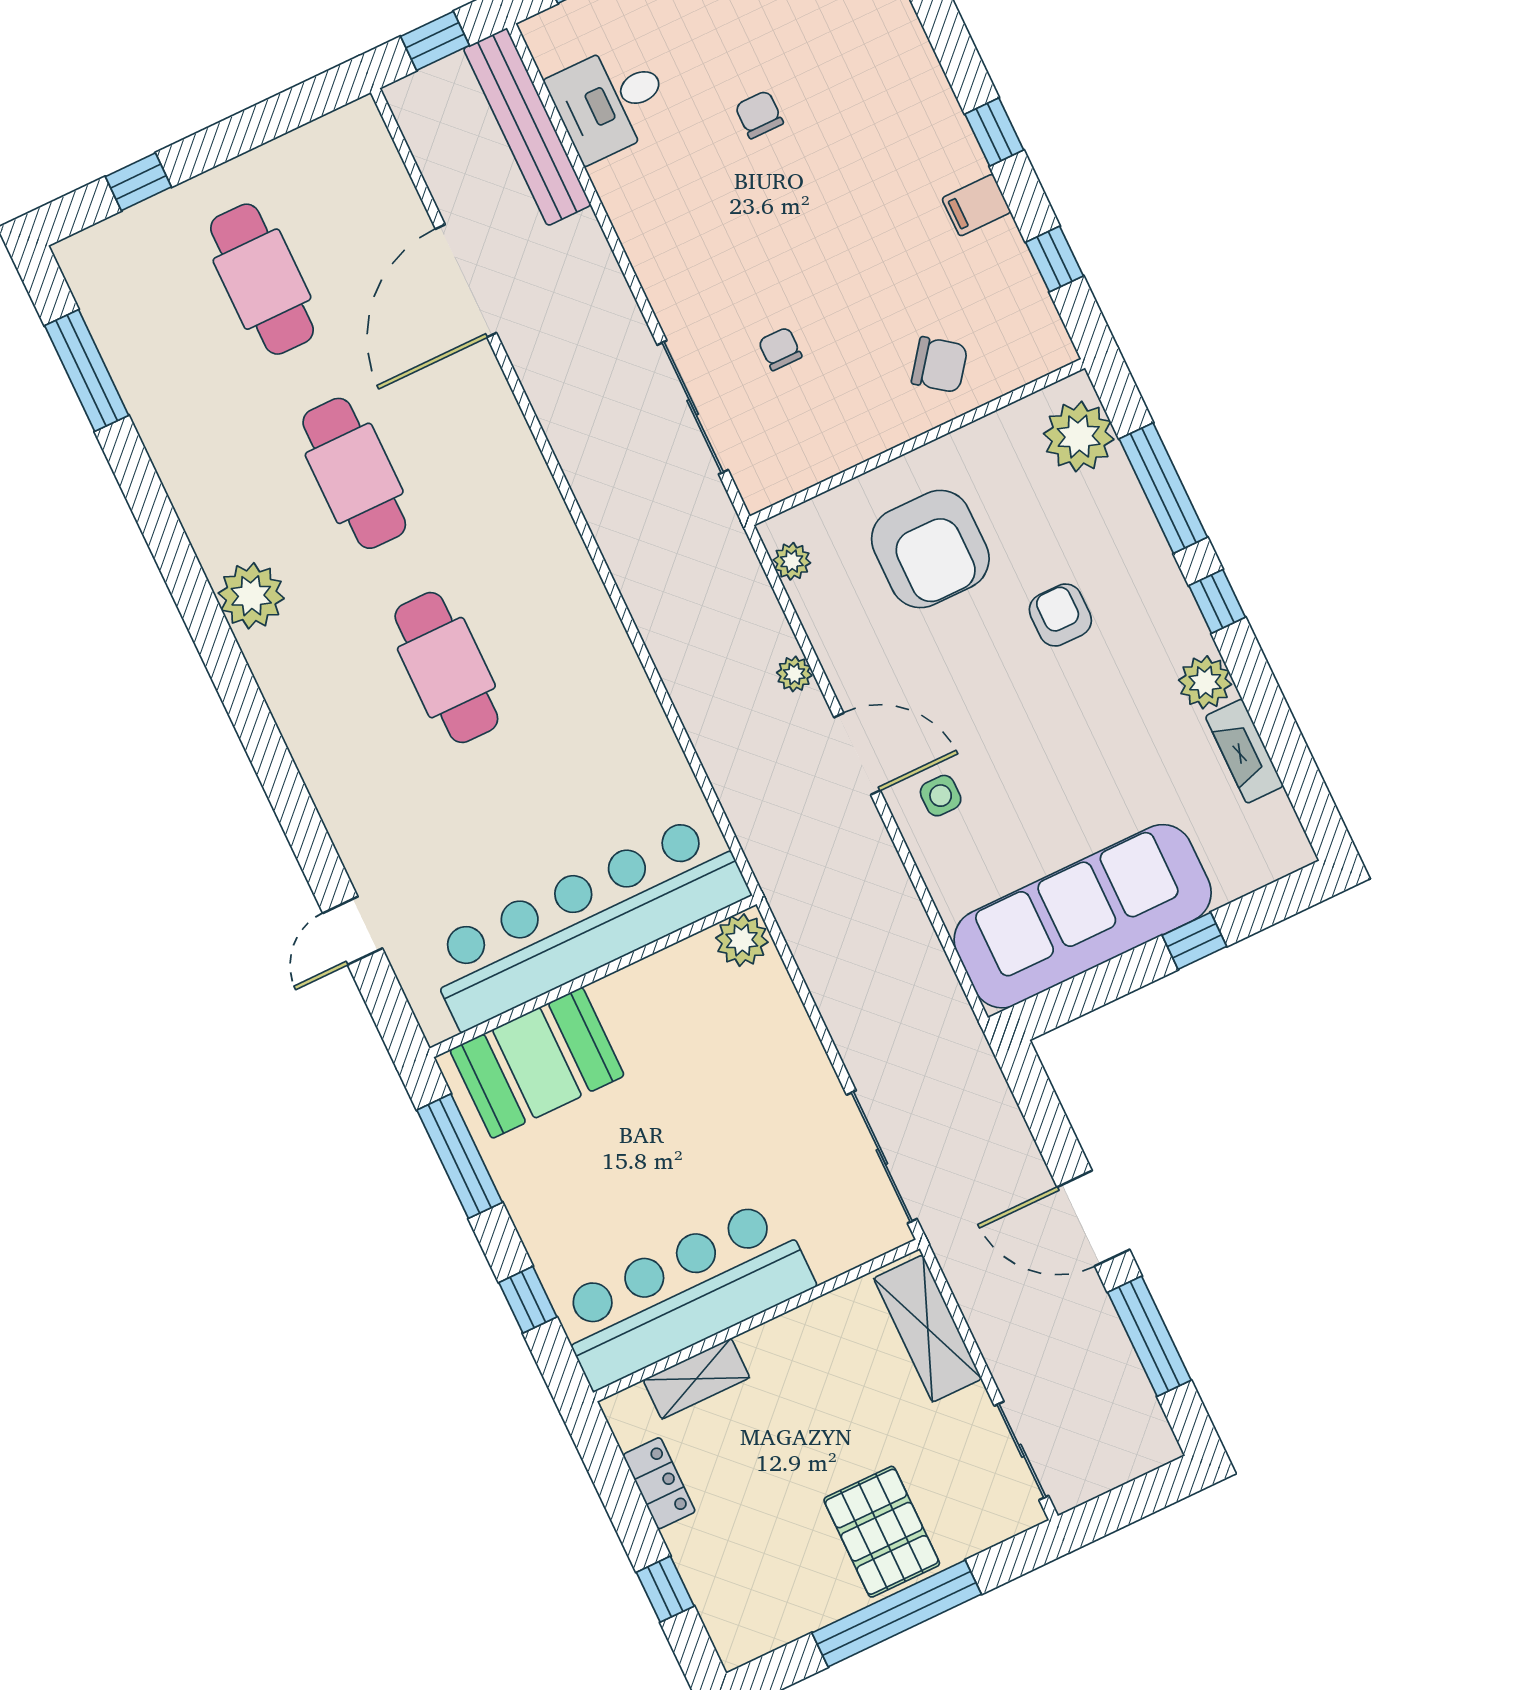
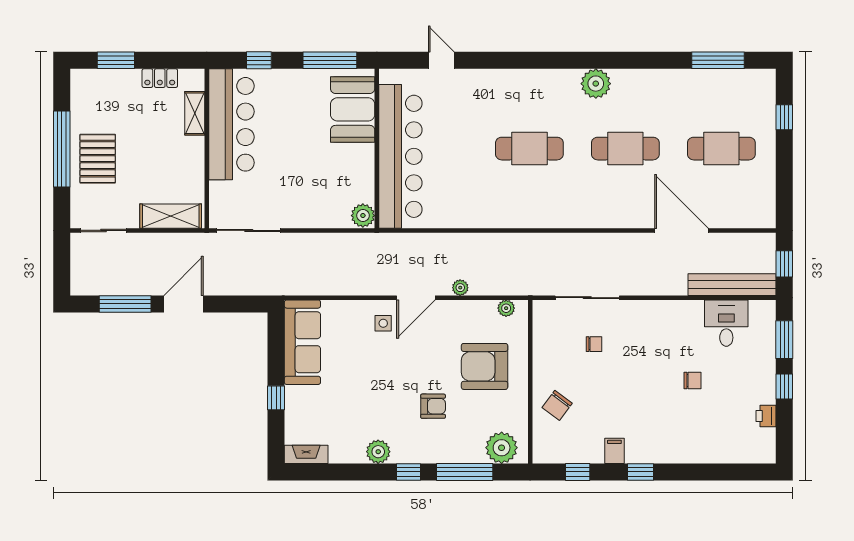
fireplace: (1244, 751) -> (306, 454), moved
sofa: (1083, 916) -> (302, 342), width x0.74, depth x0.79
pallet: (882, 1532) -> (98, 159), turned 90
window: (665, 1589) -> (116, 60), width x1.50

